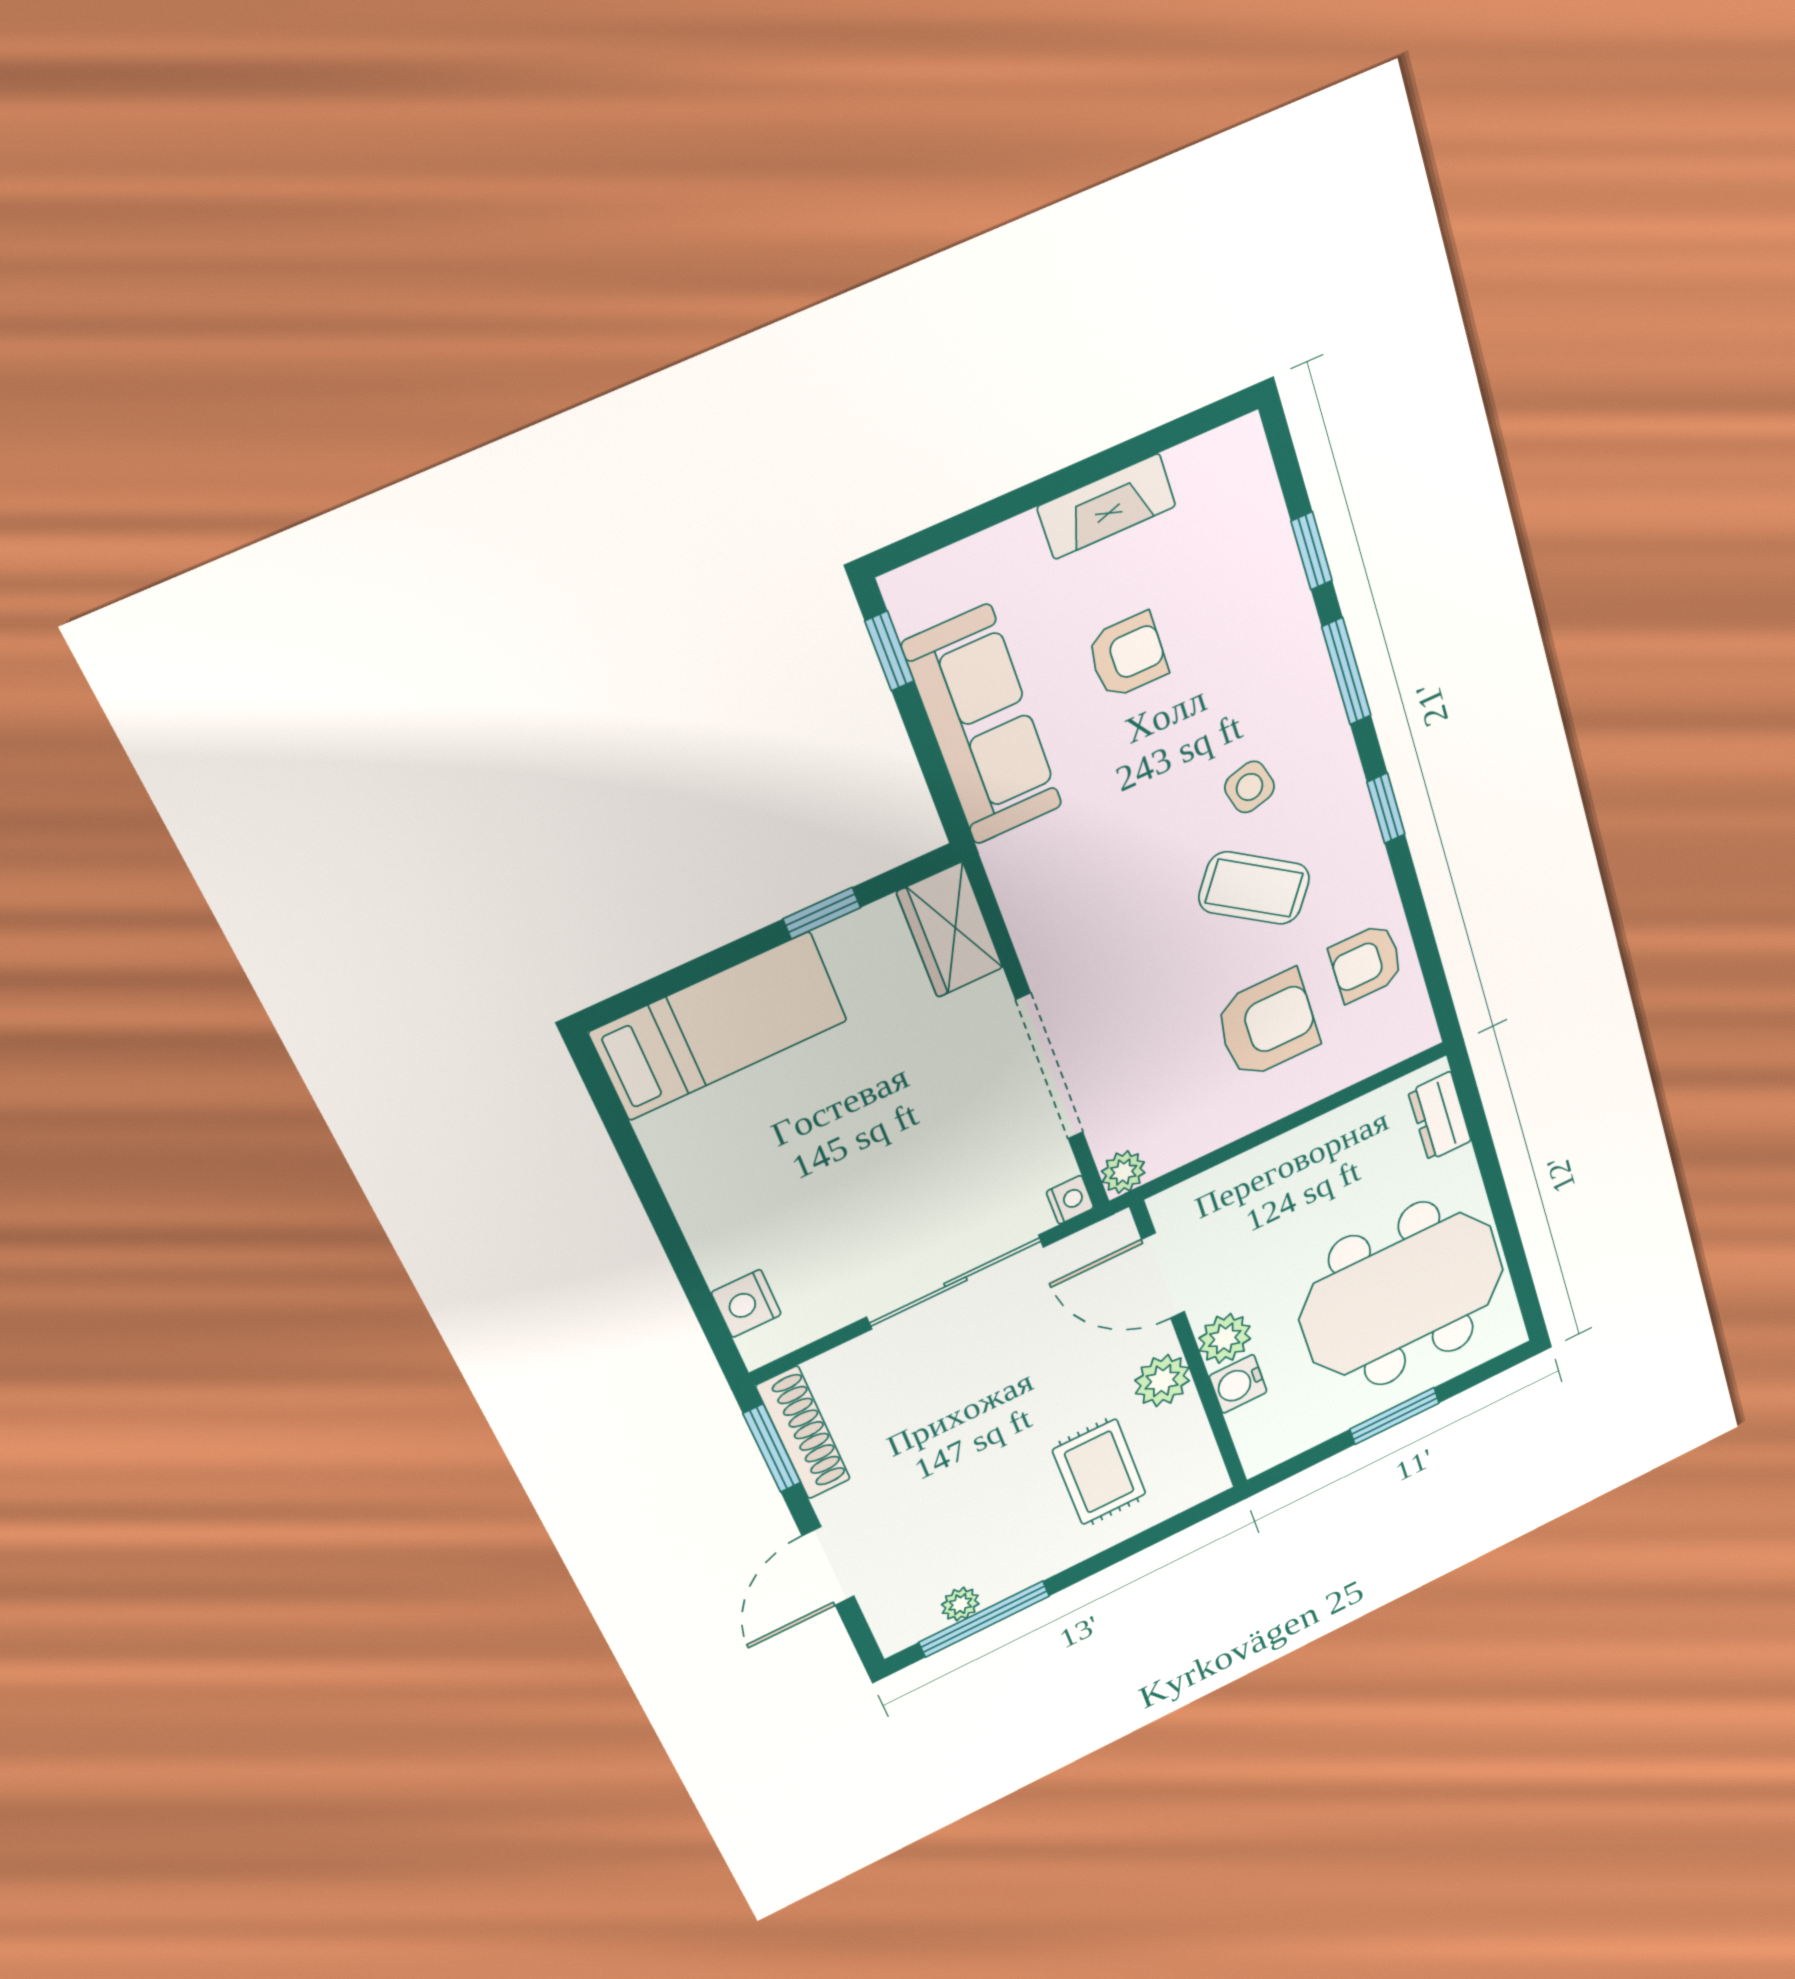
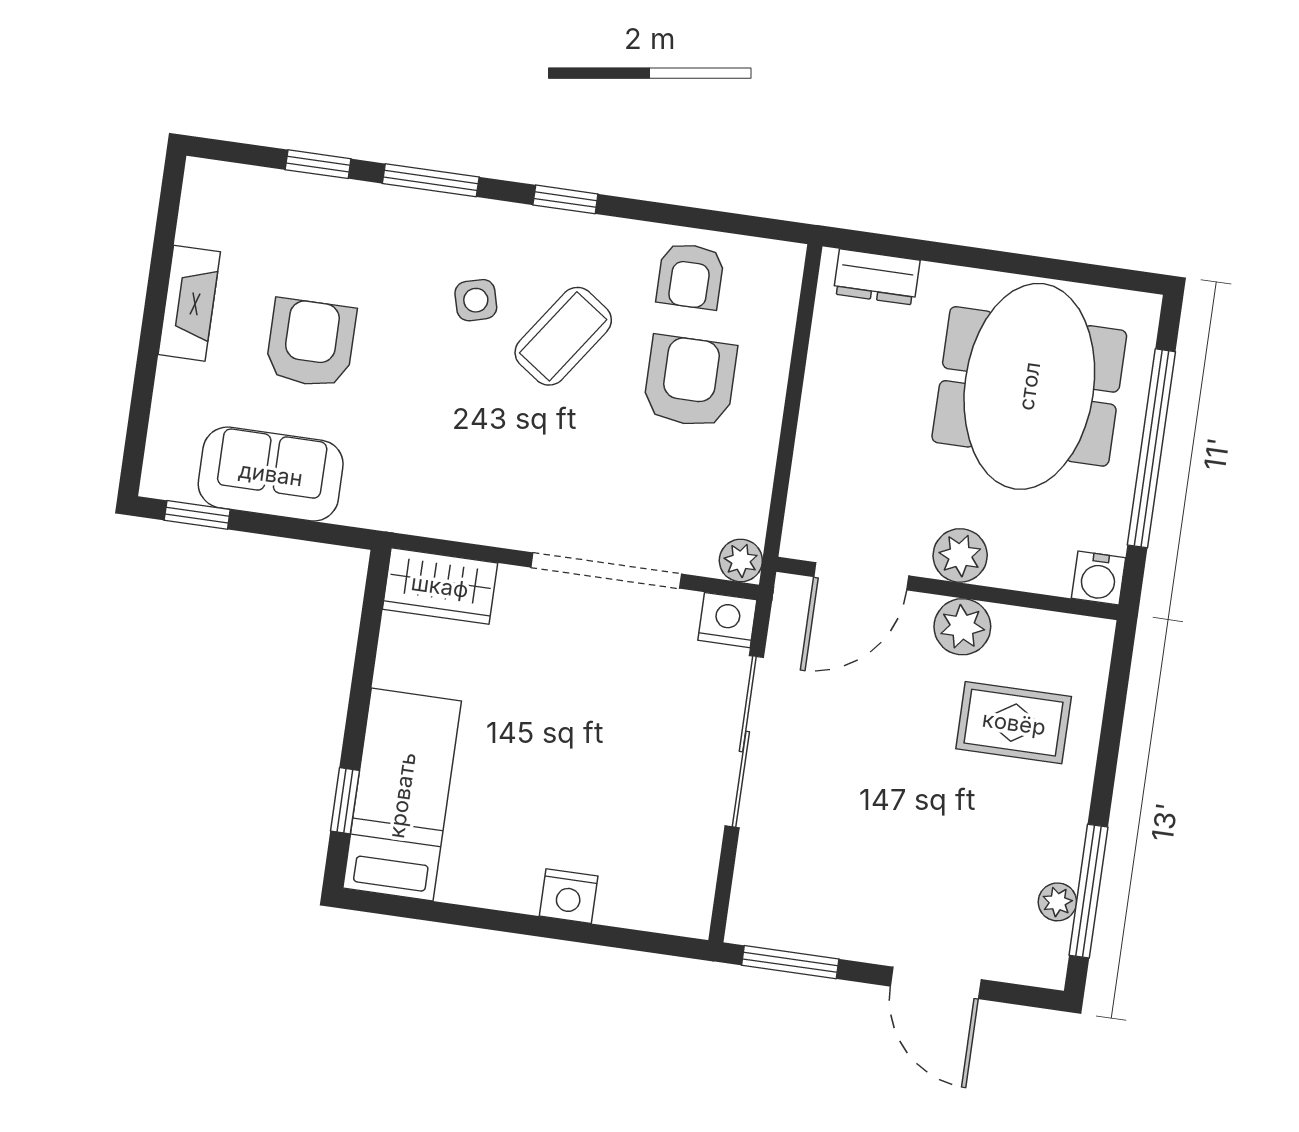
armchair: (1128, 656) -> (311, 343), width x1.38, depth x1.38
sofa: (983, 726) -> (271, 474), width x0.73
window: (822, 913) -> (345, 801), moved
nightstand: (1070, 1200) -> (727, 620), width x1.39, depth x1.35
nightstand: (746, 1303) -> (569, 896), moved
water cooler: (1238, 1384) -> (1098, 578), moved
window: (1395, 1416) -> (1151, 448), width x2.11
shoe rack: (803, 1433) -> (794, 931), removed

